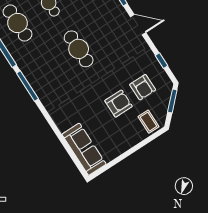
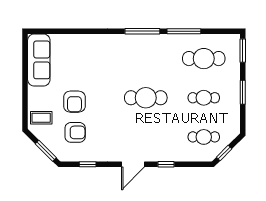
armchair: (143, 87) -> (75, 132), turned 180
sofa: (84, 149) -> (39, 60), moved, turned -90

